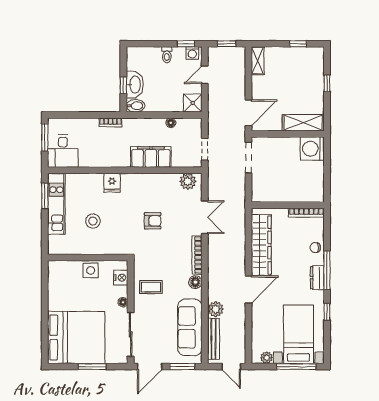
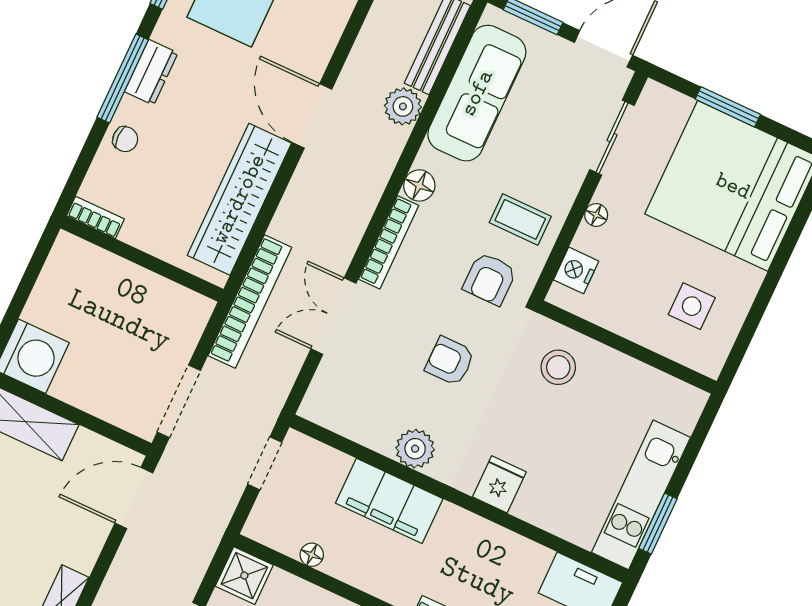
plant: (188, 181) -> (415, 449), moved
bookcase: (239, 208) -> (250, 302), added
bookcase: (306, 213) -> (95, 217), width x0.64
stool: (93, 221) -> (558, 367), moved
armchair: (152, 259) -> (490, 279), added
side table: (91, 270) -> (692, 306), moved
door: (248, 289) -> (312, 116), hinge flipped
sliding door: (131, 334) -> (612, 138), width x0.73

